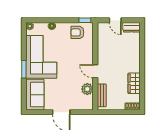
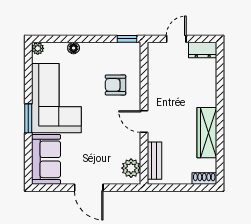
door: (115, 20) -> (176, 39), swing flipped
armchair: (77, 32) -> (115, 85), moved
wardrobe: (134, 83) -> (207, 133), width x1.50
plant: (87, 89) -> (131, 168), moved

